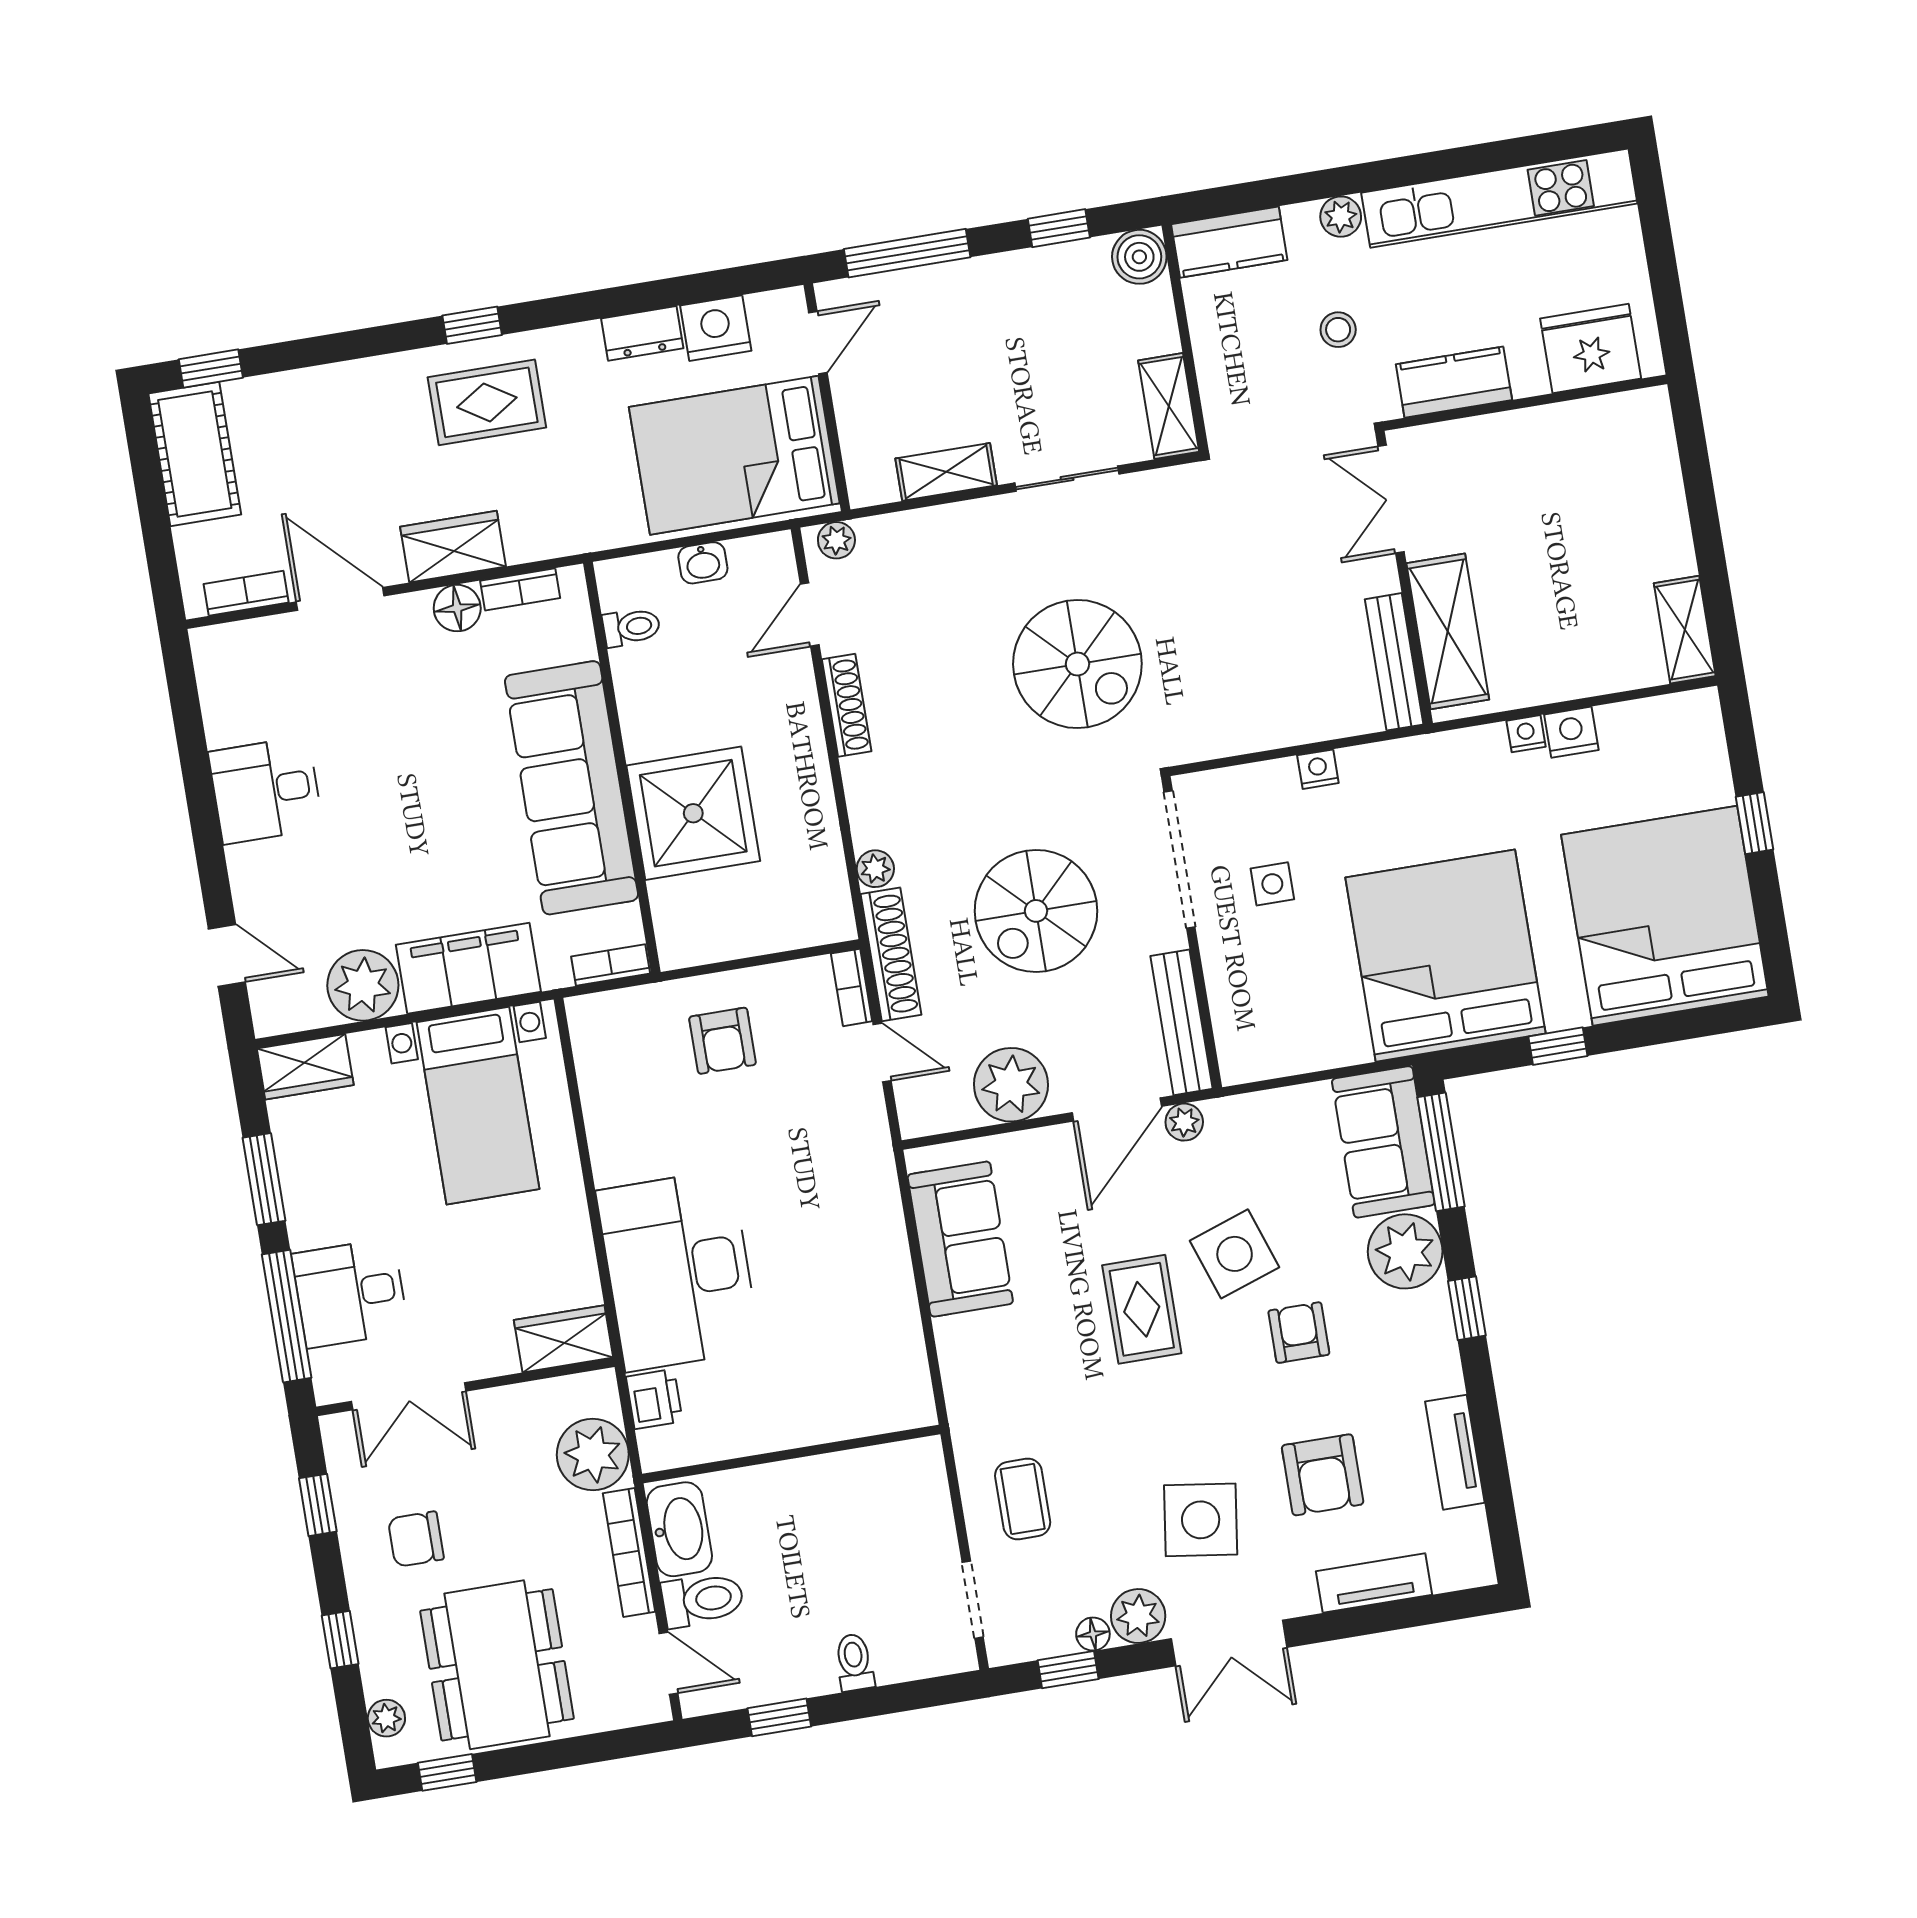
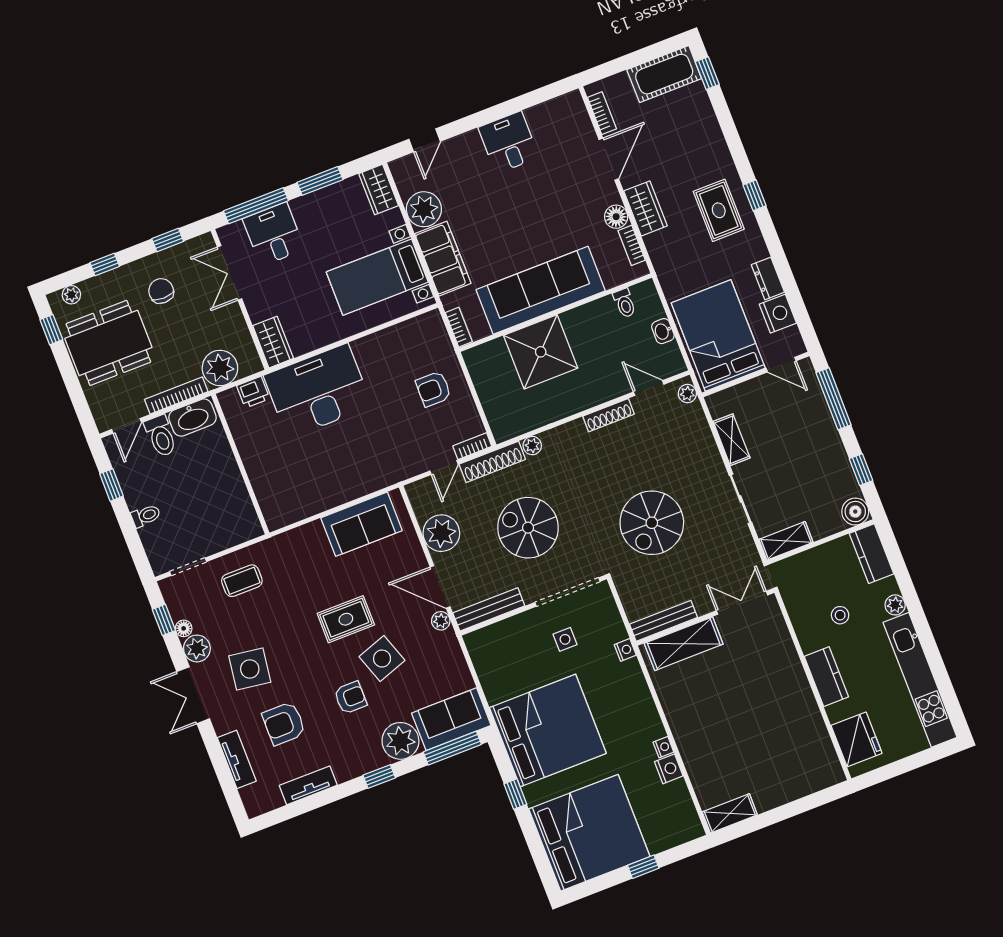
double door: (1391, 499) -> (742, 603), moved
wall: (1404, 578) -> (705, 617), moved
shelving: (1448, 631) -> (684, 644), moved
bench: (1394, 662) -> (664, 621), moved

